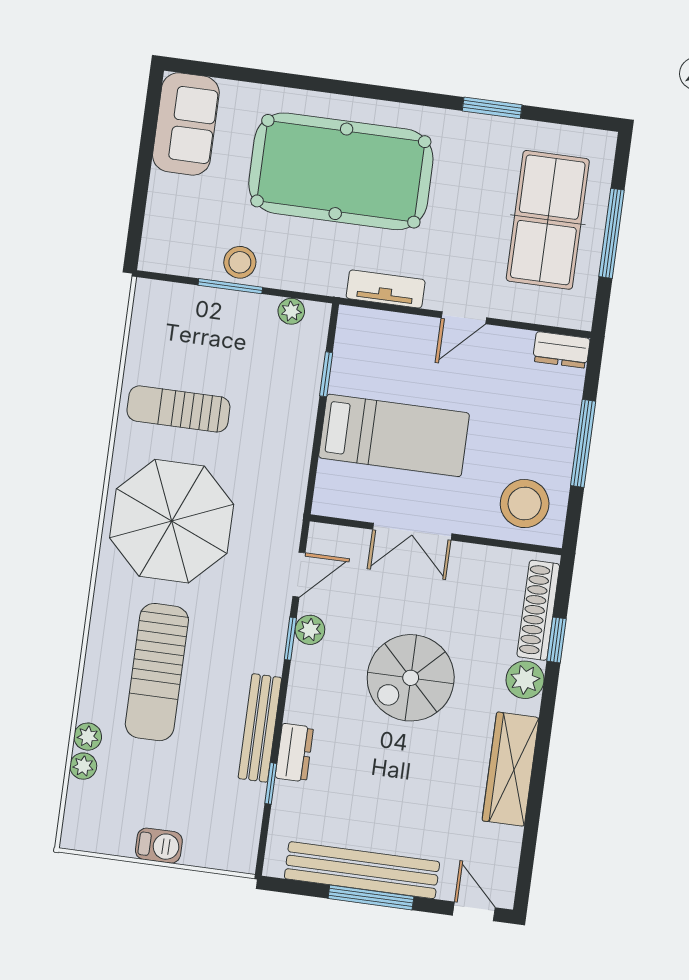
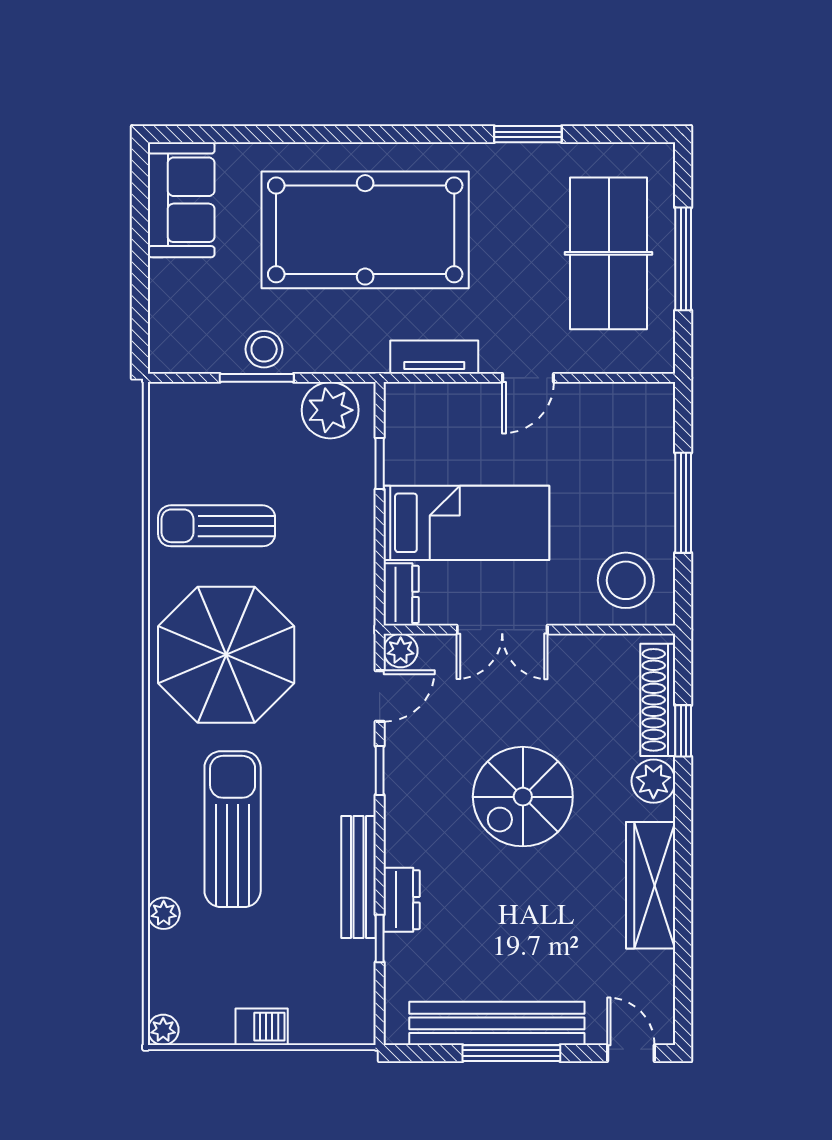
plant: (291, 311) -> (330, 410), width x1.88, depth x1.88
dresser: (561, 350) -> (401, 594), moved, turned -90
plant: (310, 630) -> (401, 651), moved
sun lounger: (157, 672) -> (233, 829), turned 180
plant: (83, 766) -> (163, 1030), moved

